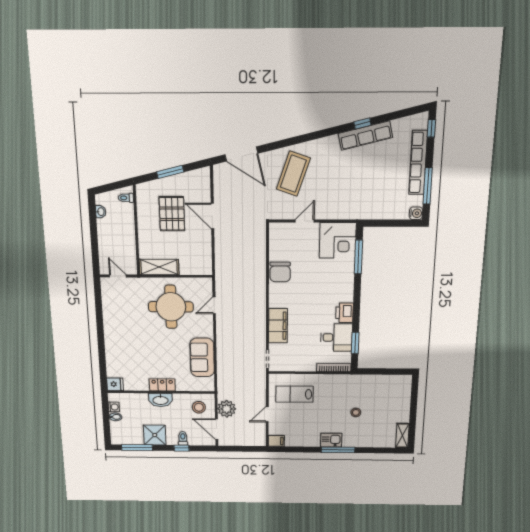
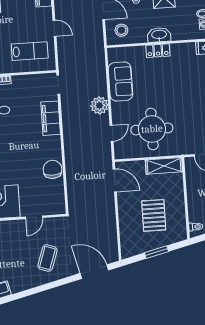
coffee table: (293, 174) -> (47, 258), width x0.73, depth x0.76
door: (212, 216) -> (115, 180), moved
plant: (227, 409) -> (99, 105), moved
door: (267, 414) -> (54, 28), hinge flipped

